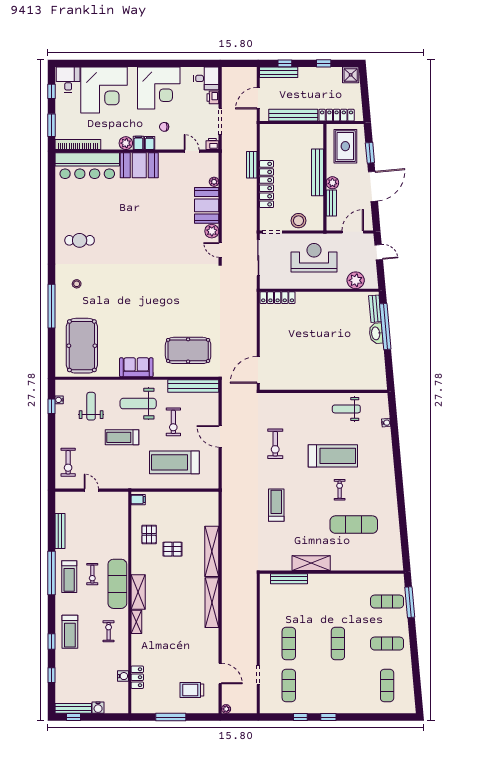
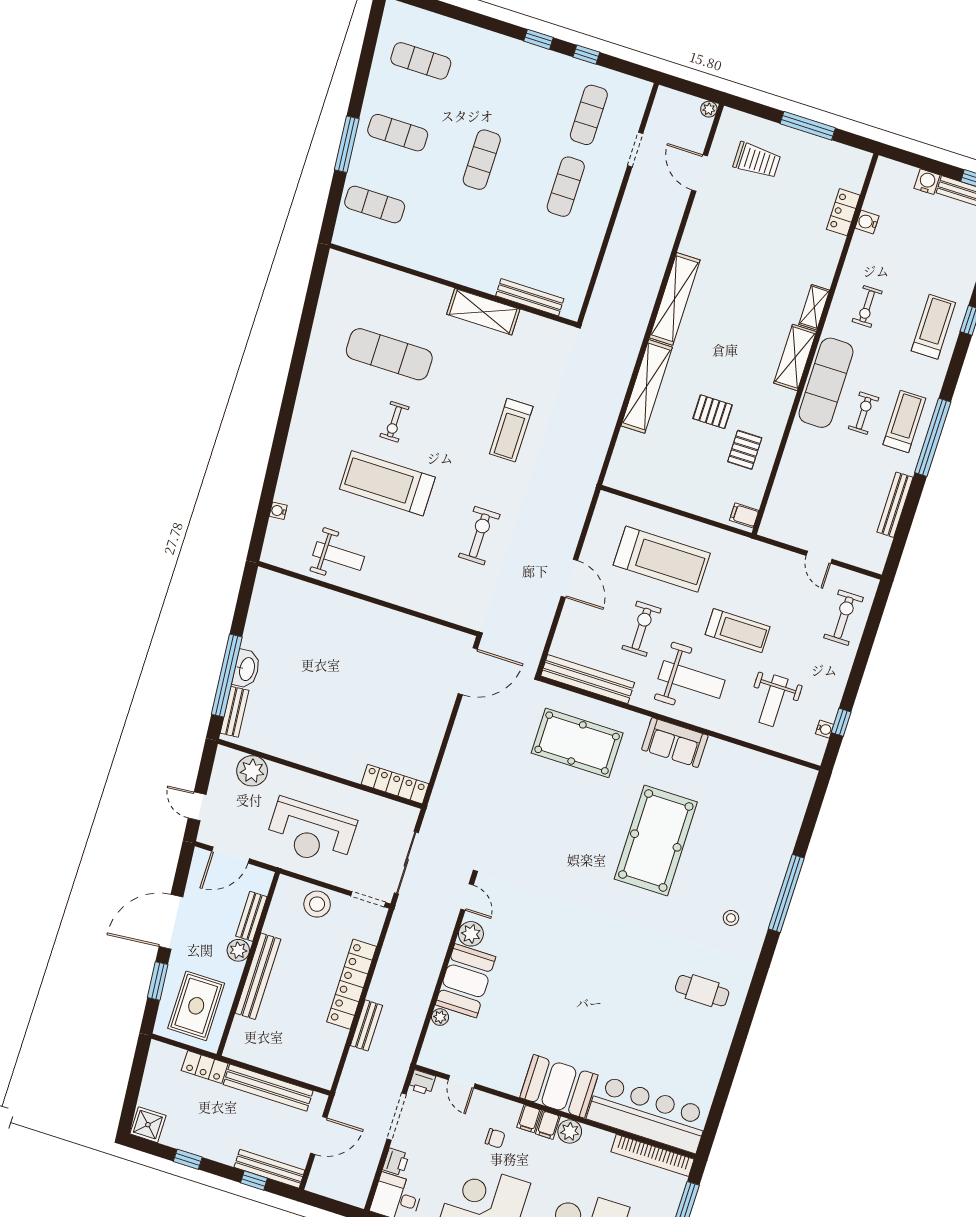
locker: (337, 115) -> (205, 1067), width x0.66
pool table: (82, 346) -> (656, 840), moved
window: (410, 602) -> (347, 144), moved
exercise mat: (387, 686) -> (421, 61), turned 90

